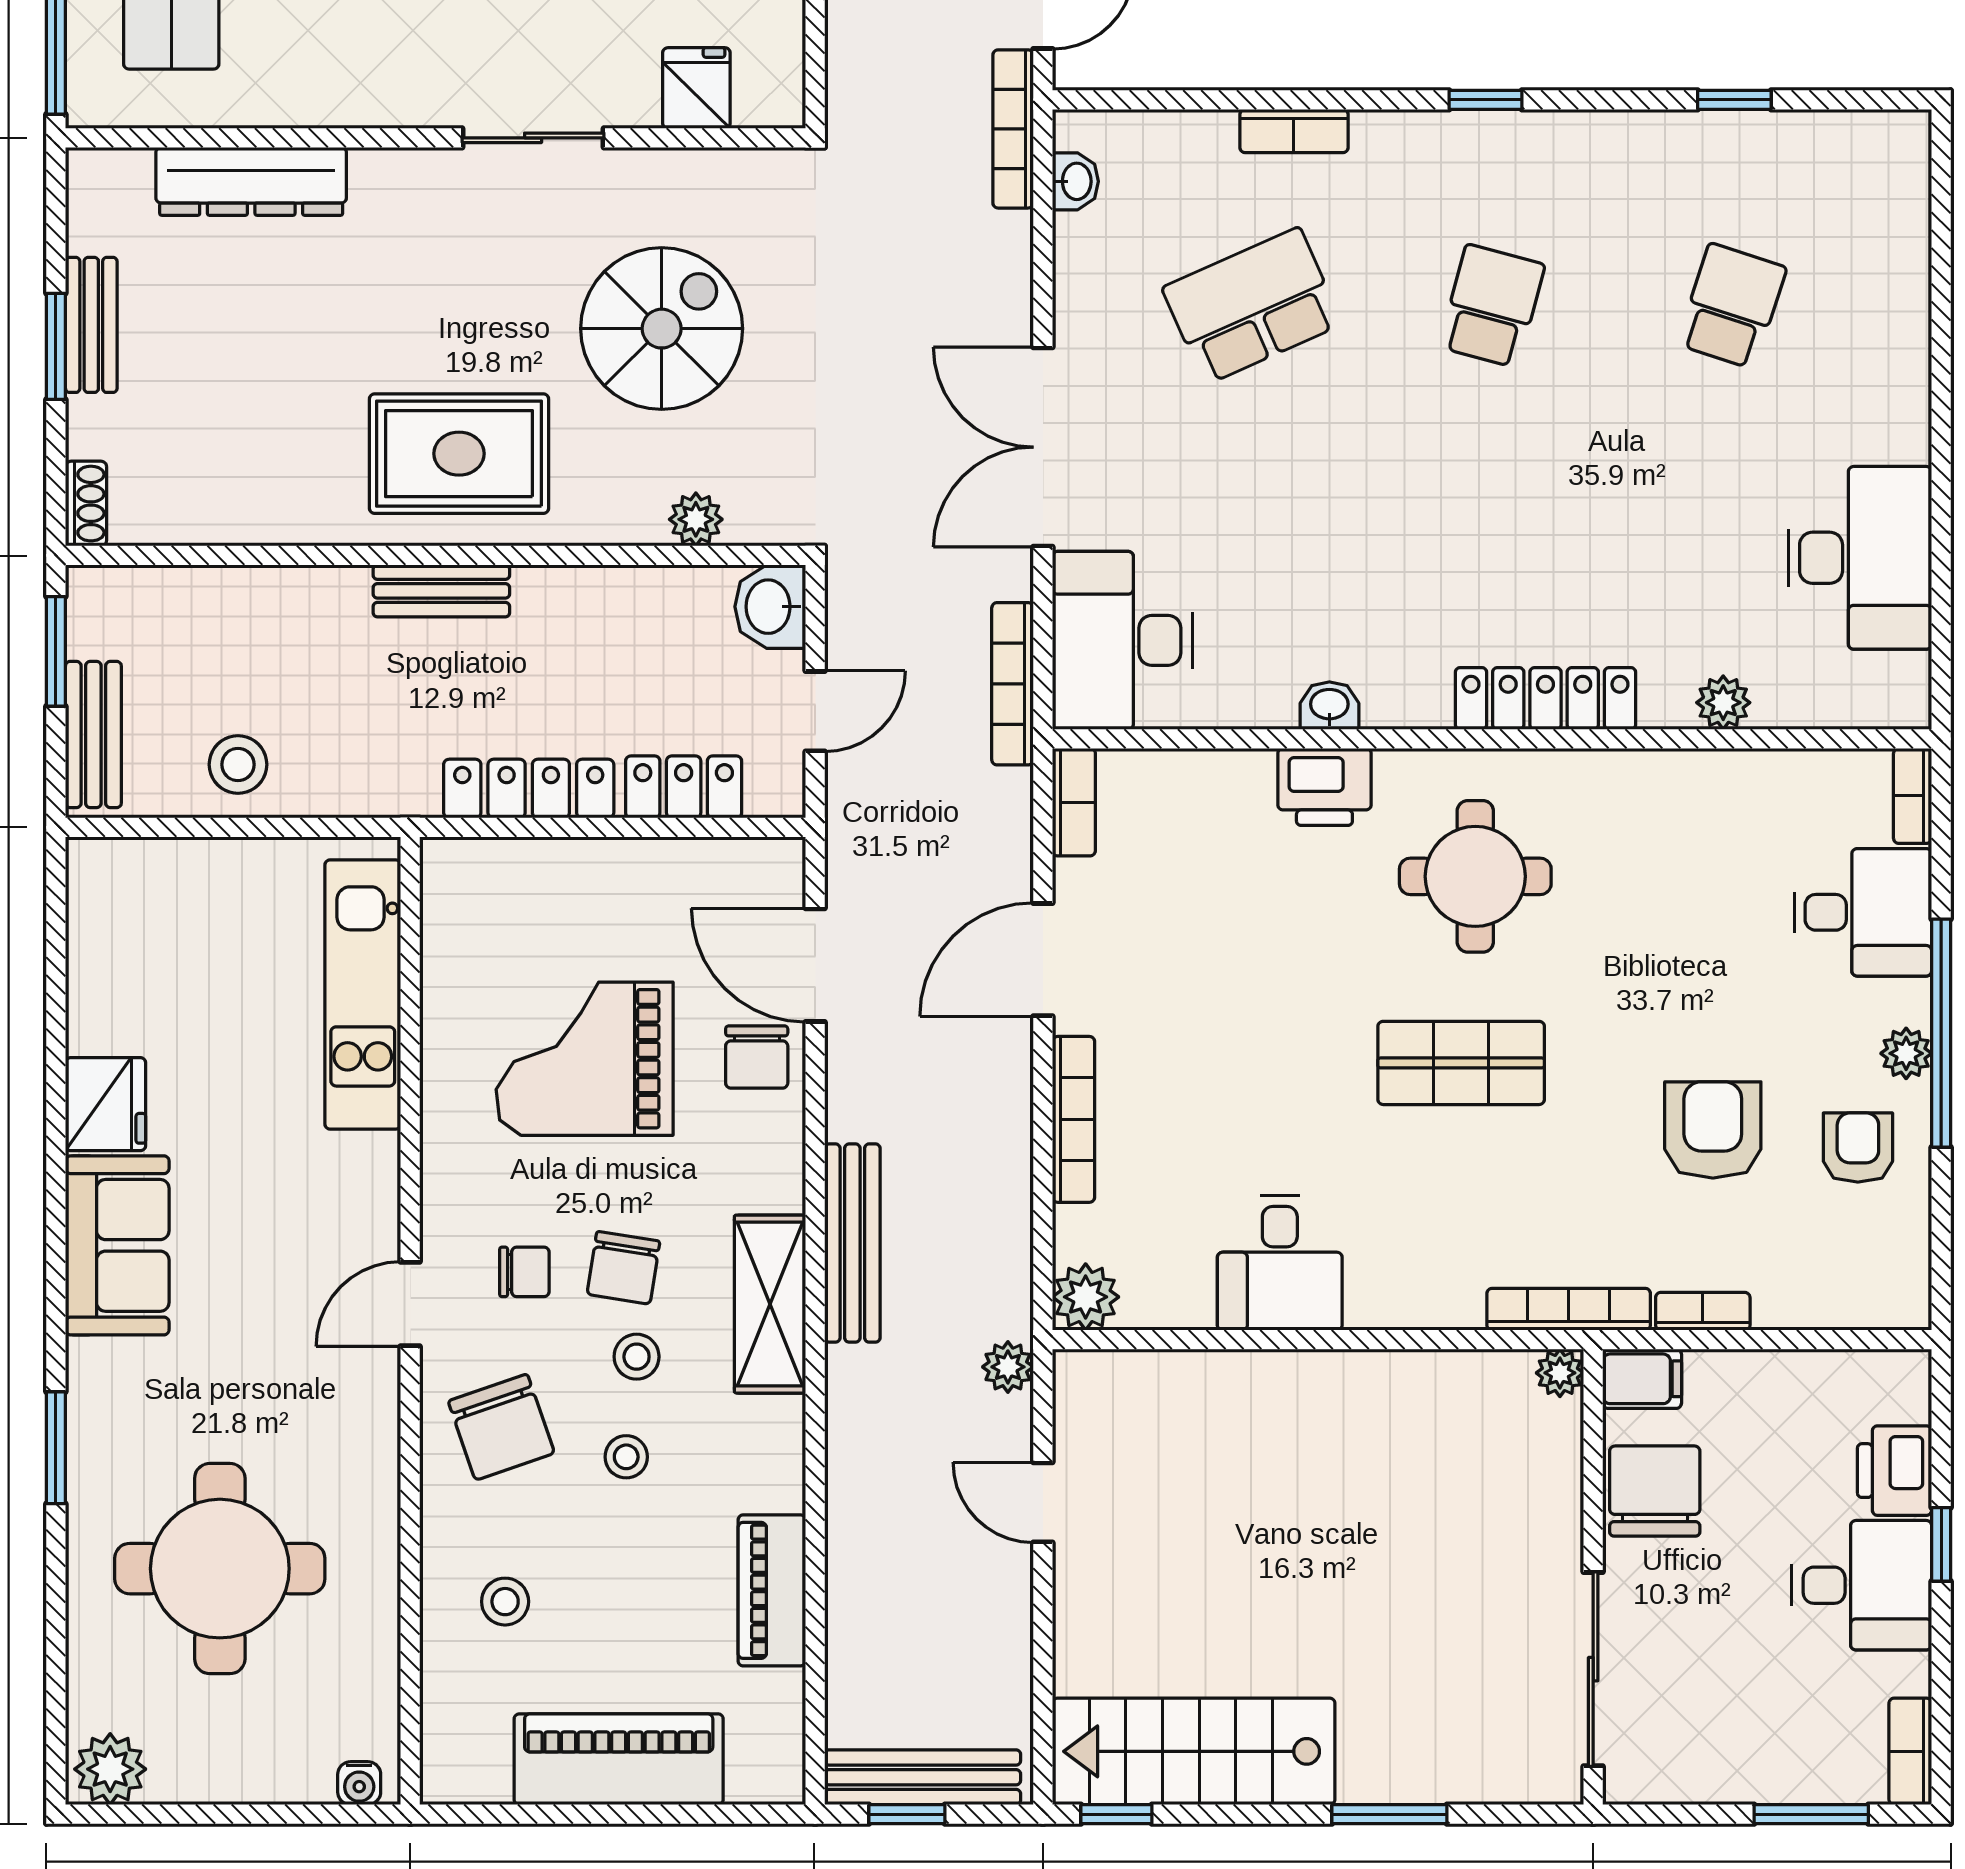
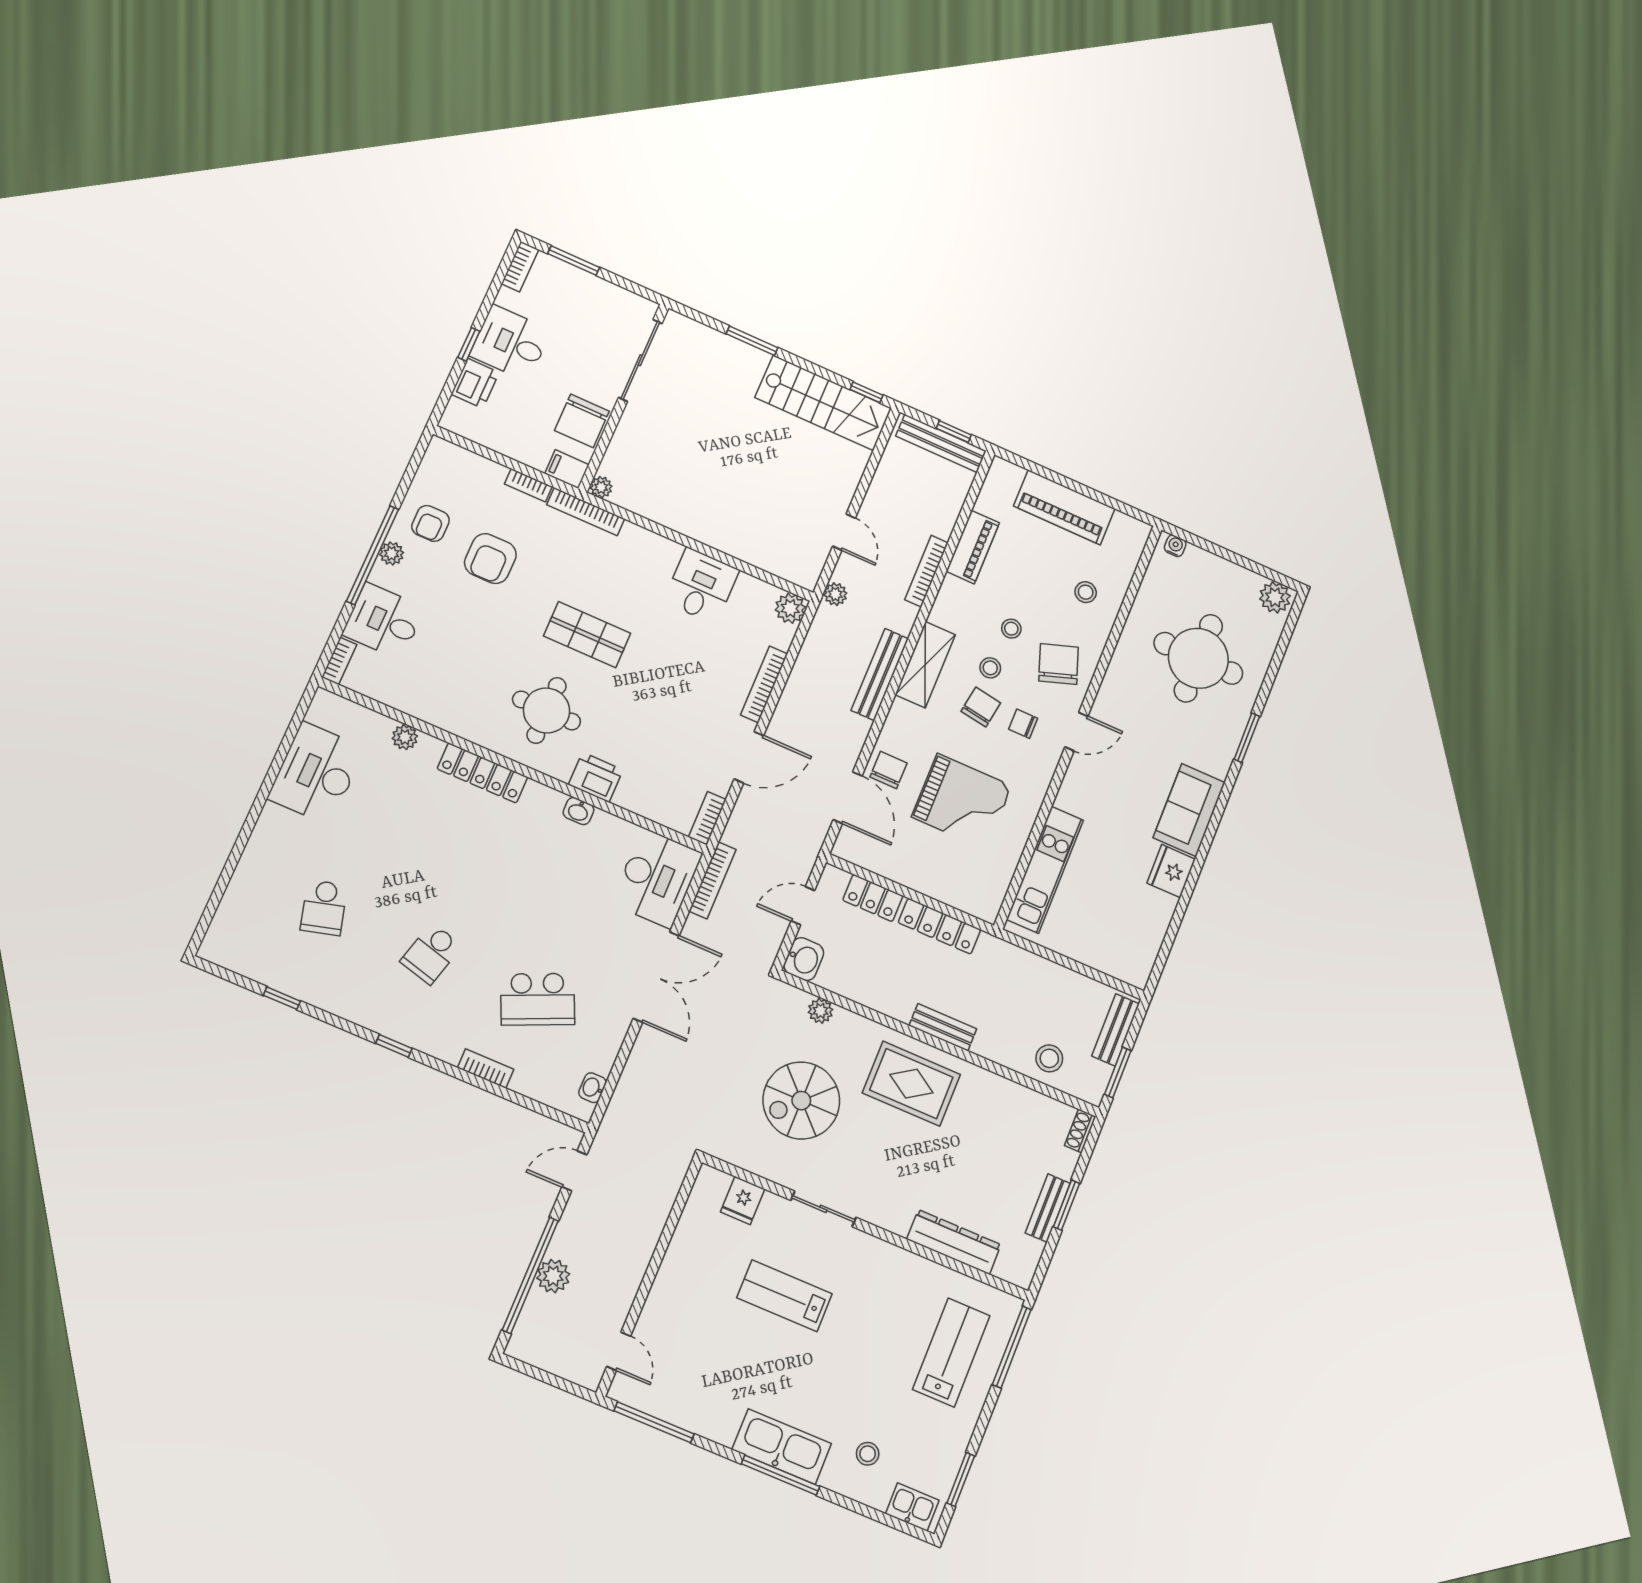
bookcase: (1013, 129) -> (927, 571), moved, turned 180
school desk: (1732, 306) -> (324, 908), turned -33
stool: (238, 765) -> (1049, 1058), moved

